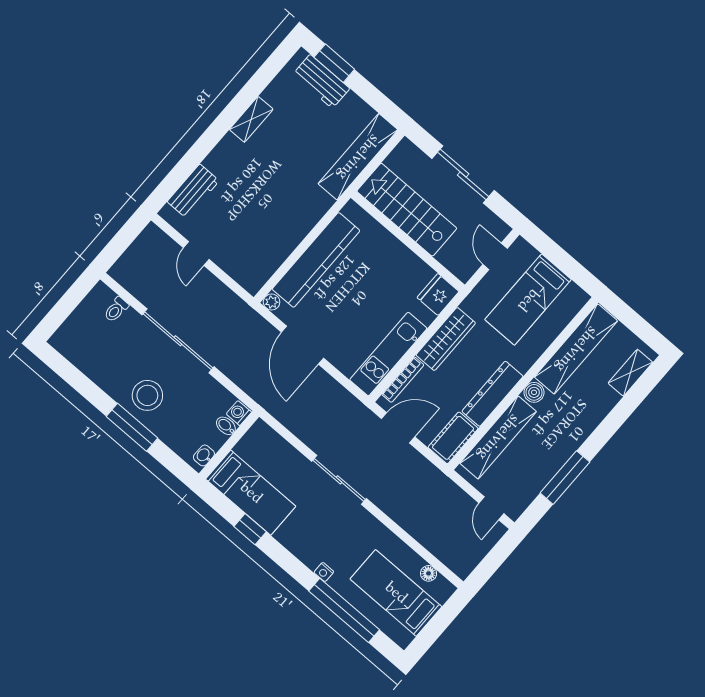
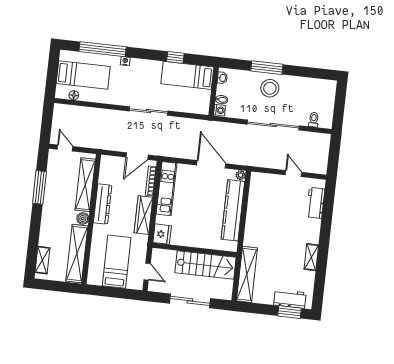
cot: (453, 438) -> (107, 169), removed

